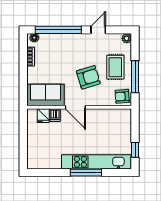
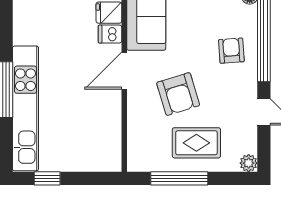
armchair: (122, 96) -> (231, 51), moved

